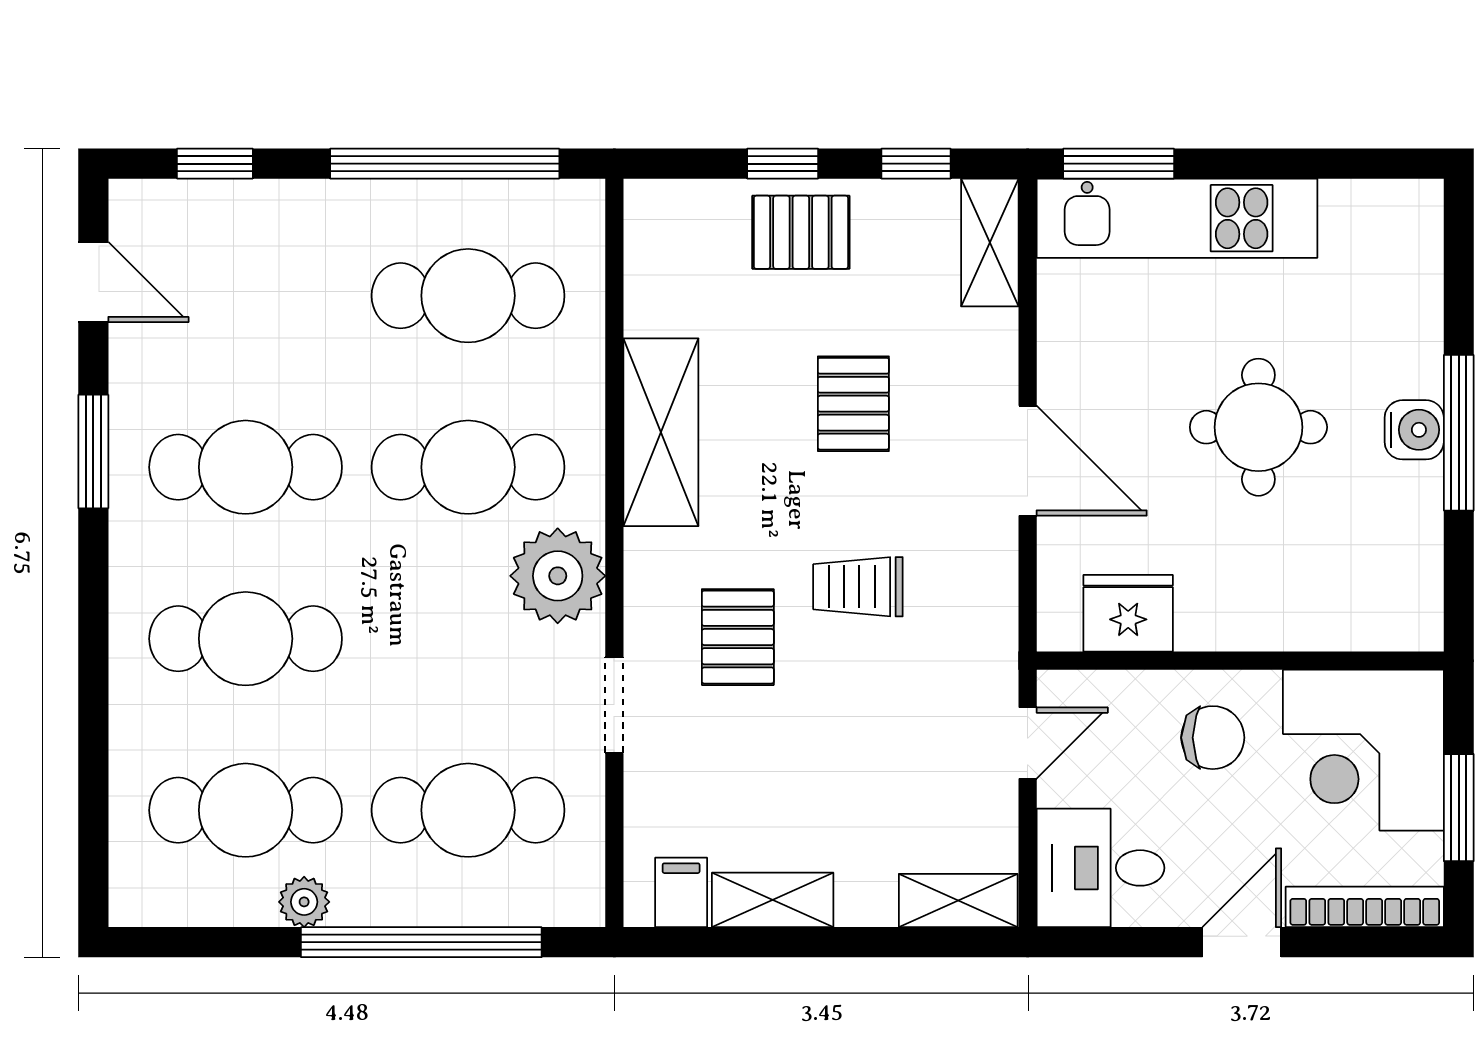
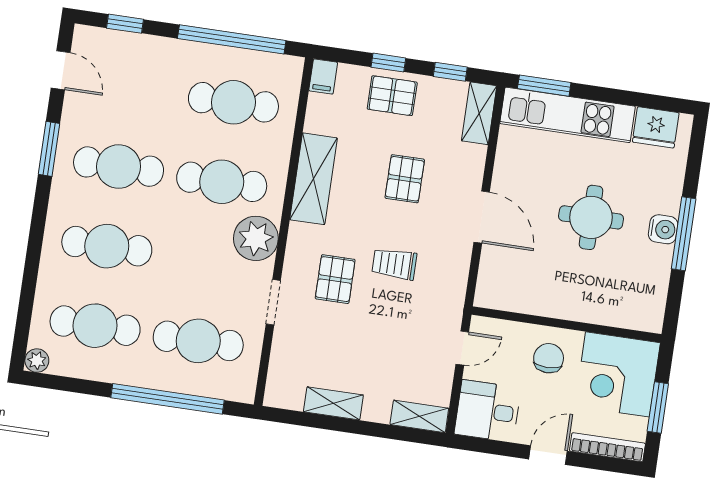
fridge: (1128, 613) -> (656, 127), moved, turned 180
chair: (1213, 738) -> (549, 358), turned -90
filing cabinet: (681, 892) -> (323, 77), moved, turned 180
plant: (304, 902) -> (37, 361), moved

